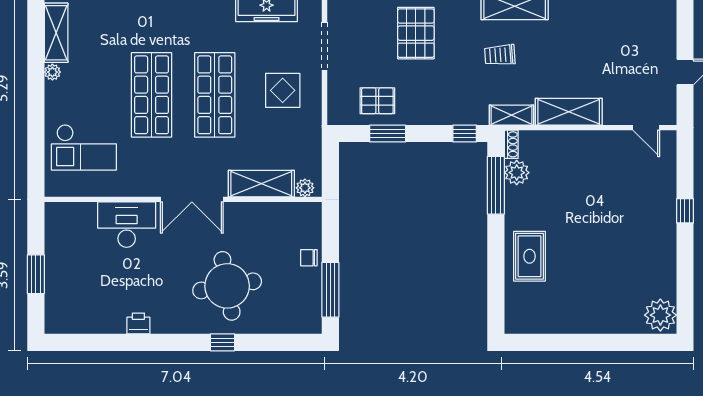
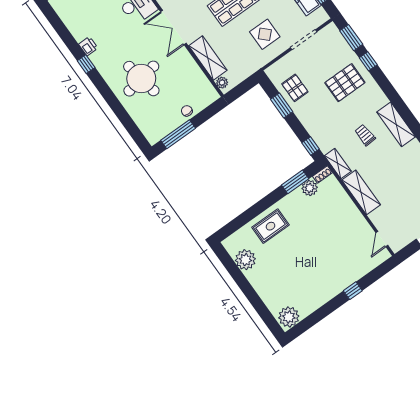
window: (496, 185) -> (295, 182), width x0.69
plant: (549, 318) -> (245, 260), added
window: (223, 342) -> (86, 64), moved

